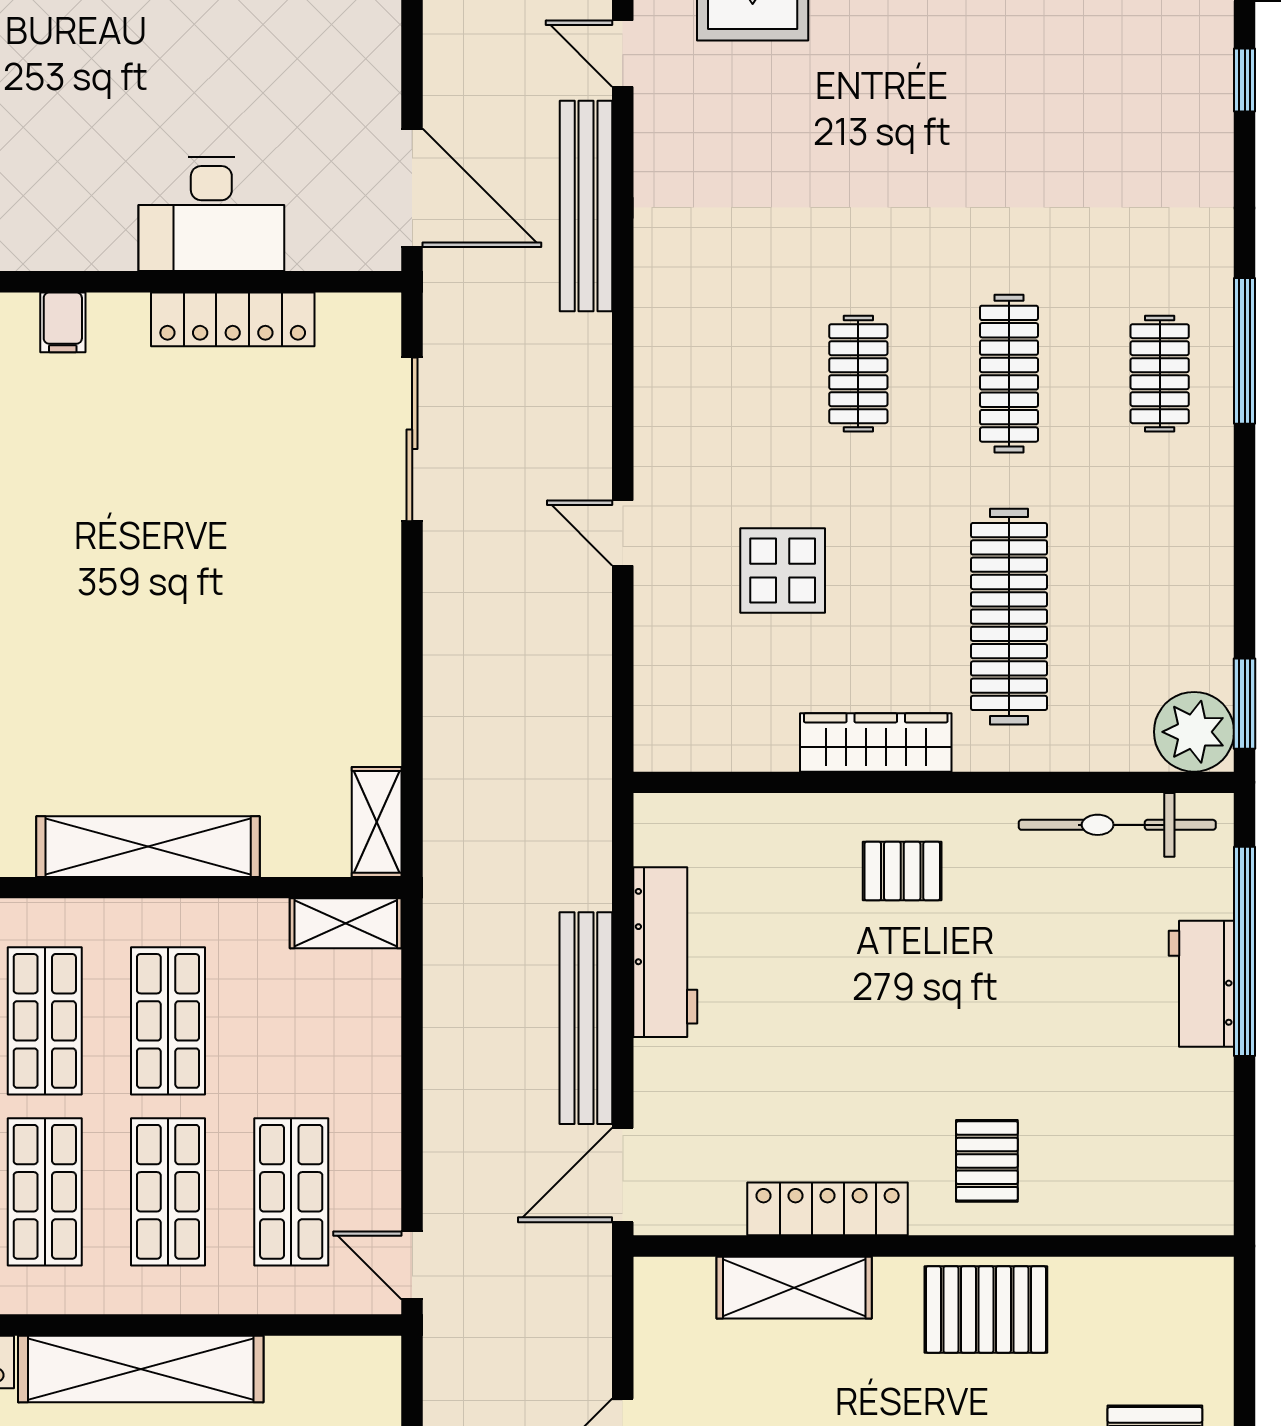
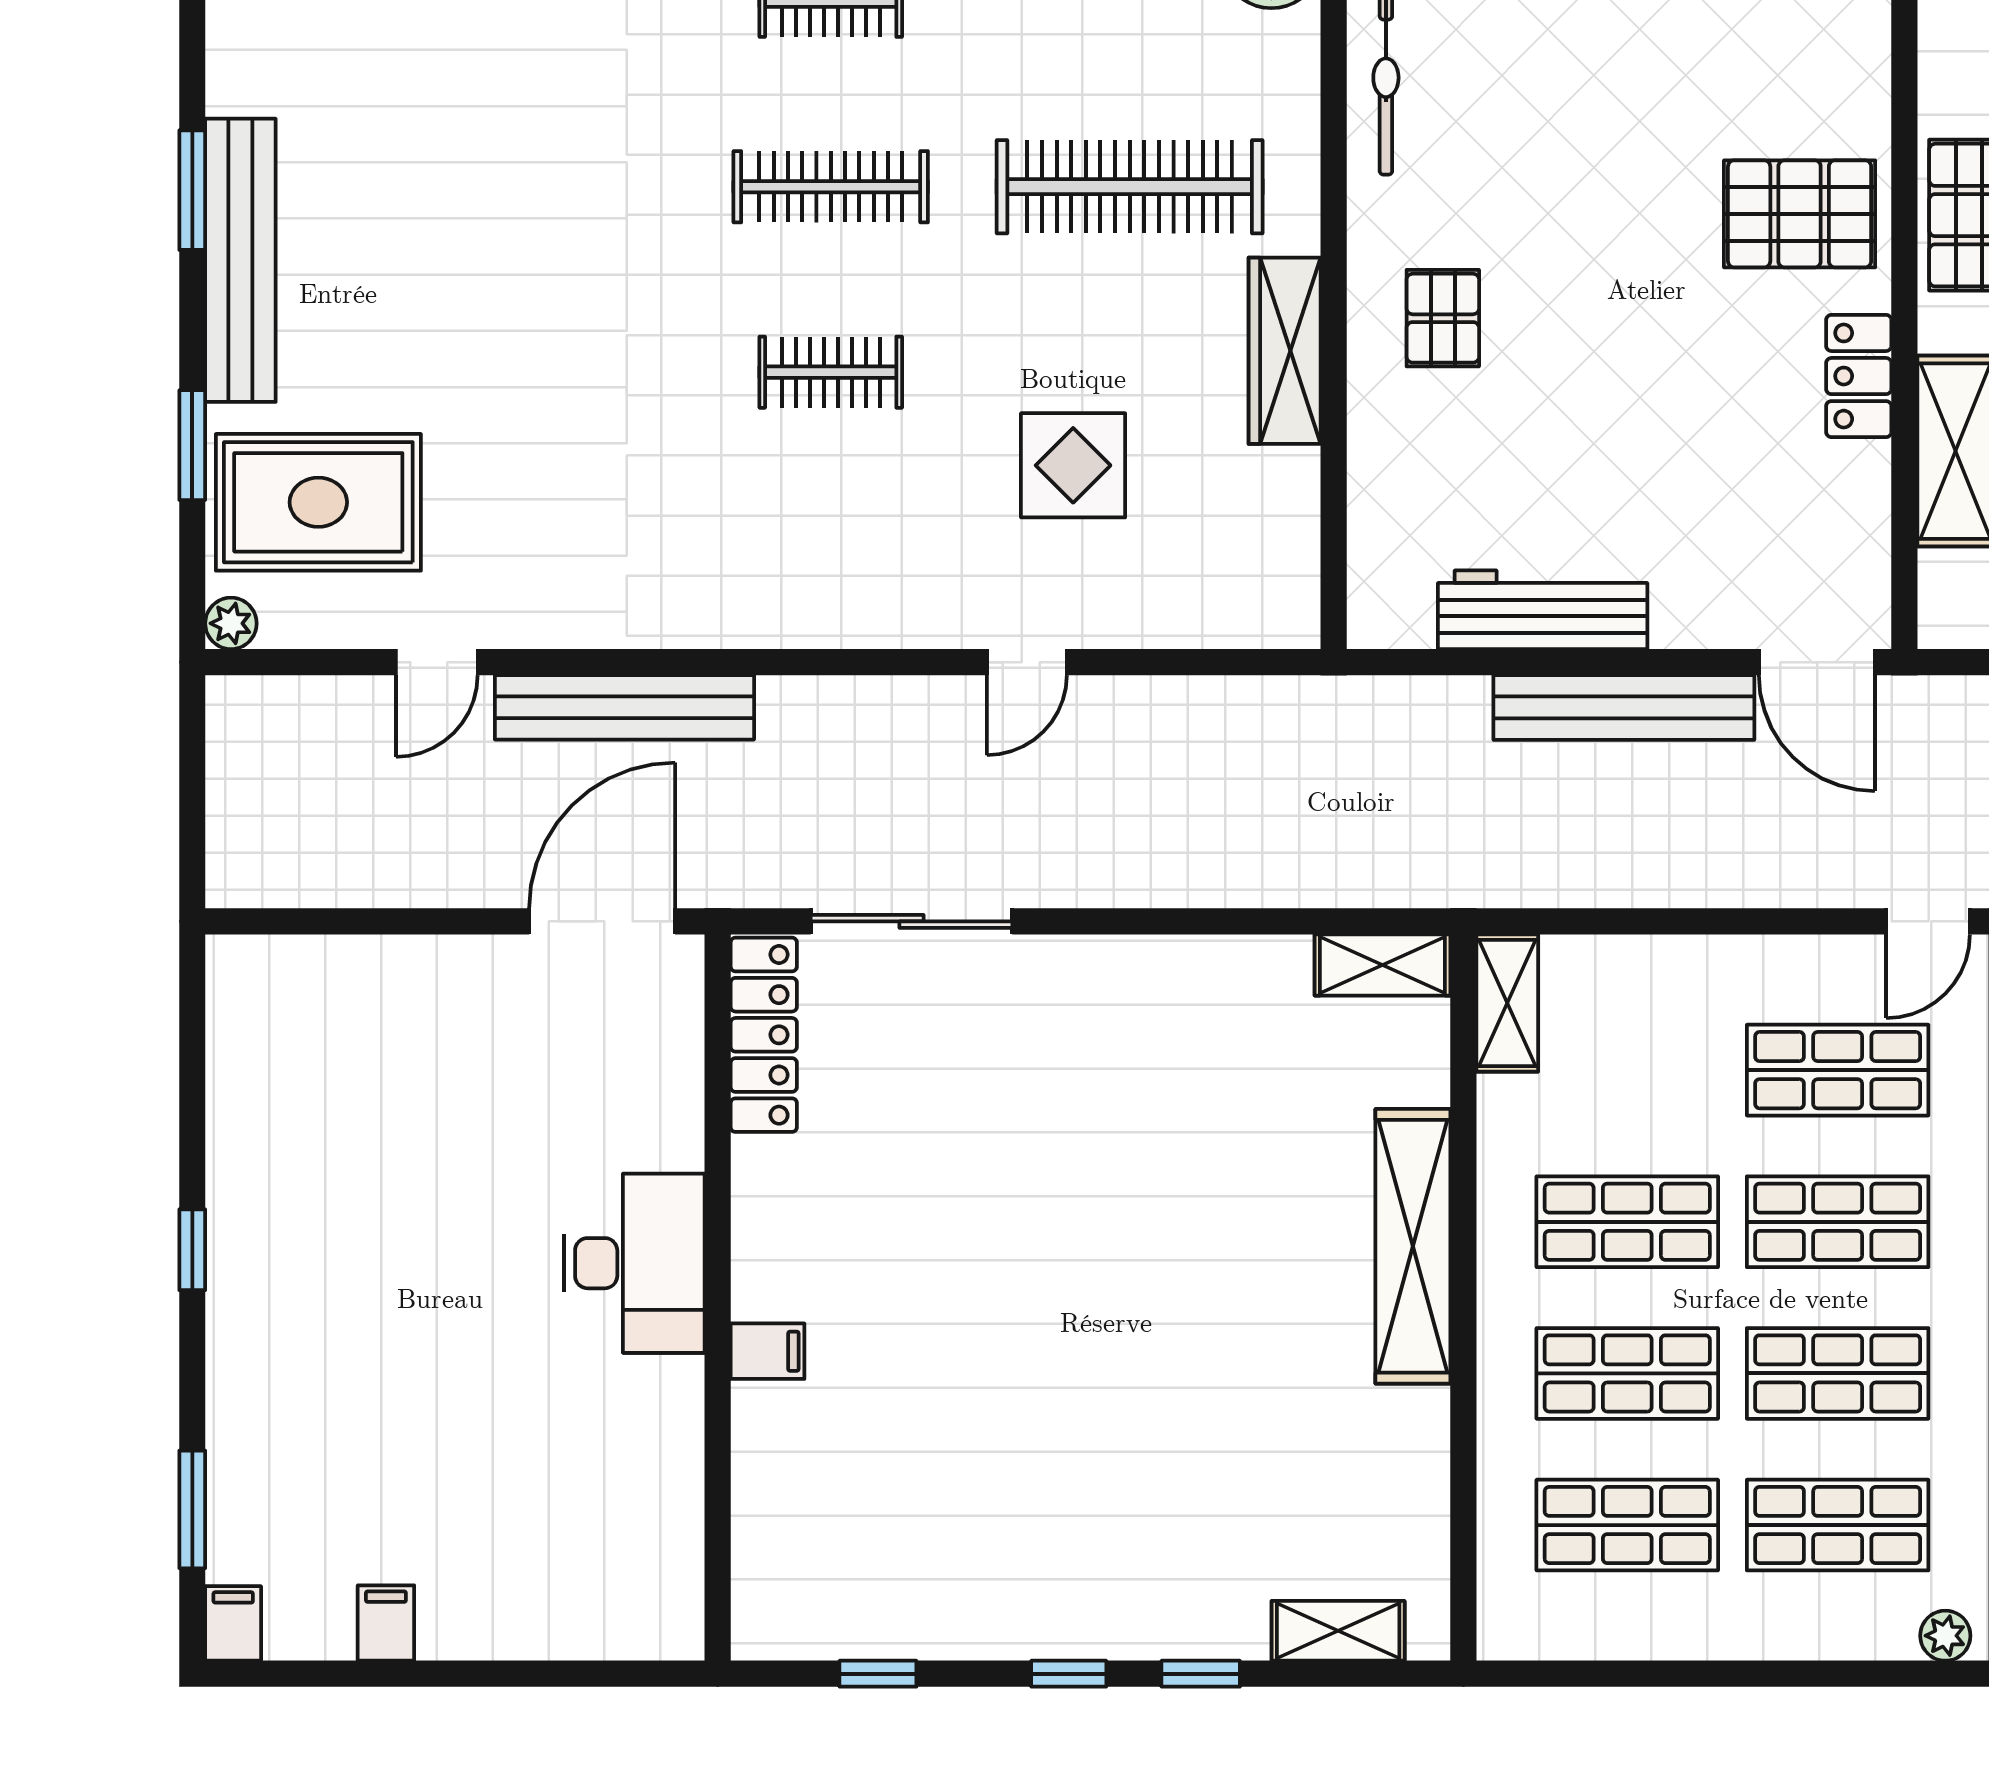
desk: (211, 214) -> (634, 1263), moved
locker: (233, 319) -> (764, 1035), moved
pallet: (987, 1161) -> (1800, 214), width x1.50, depth x1.42
locker: (828, 1209) -> (1859, 376), width x0.66

